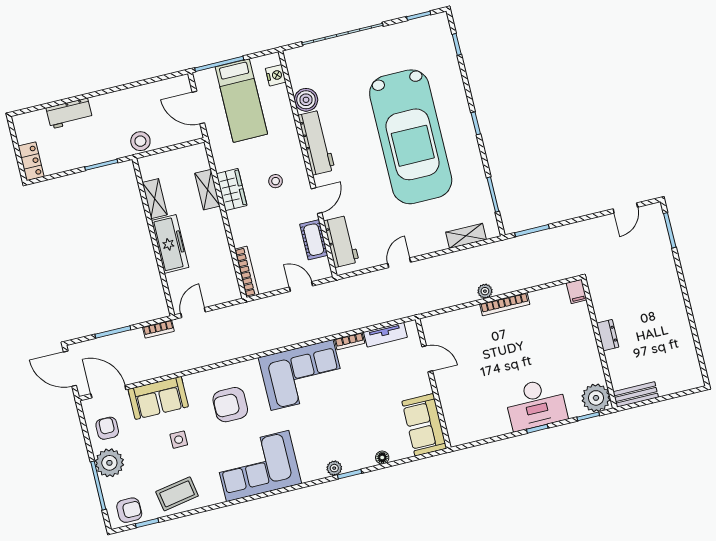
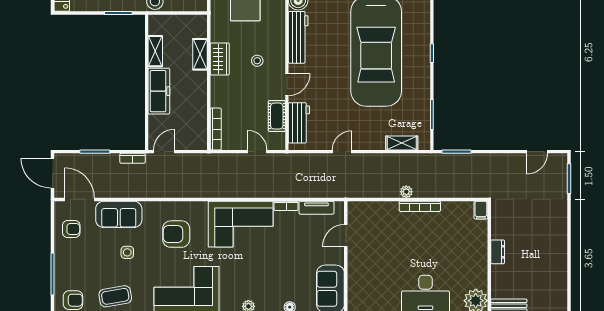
door: (427, 359) -> (346, 236), swing flipped
armchair: (107, 428) -> (71, 229), turned 90
plant: (109, 463) -> (66, 258), removed

